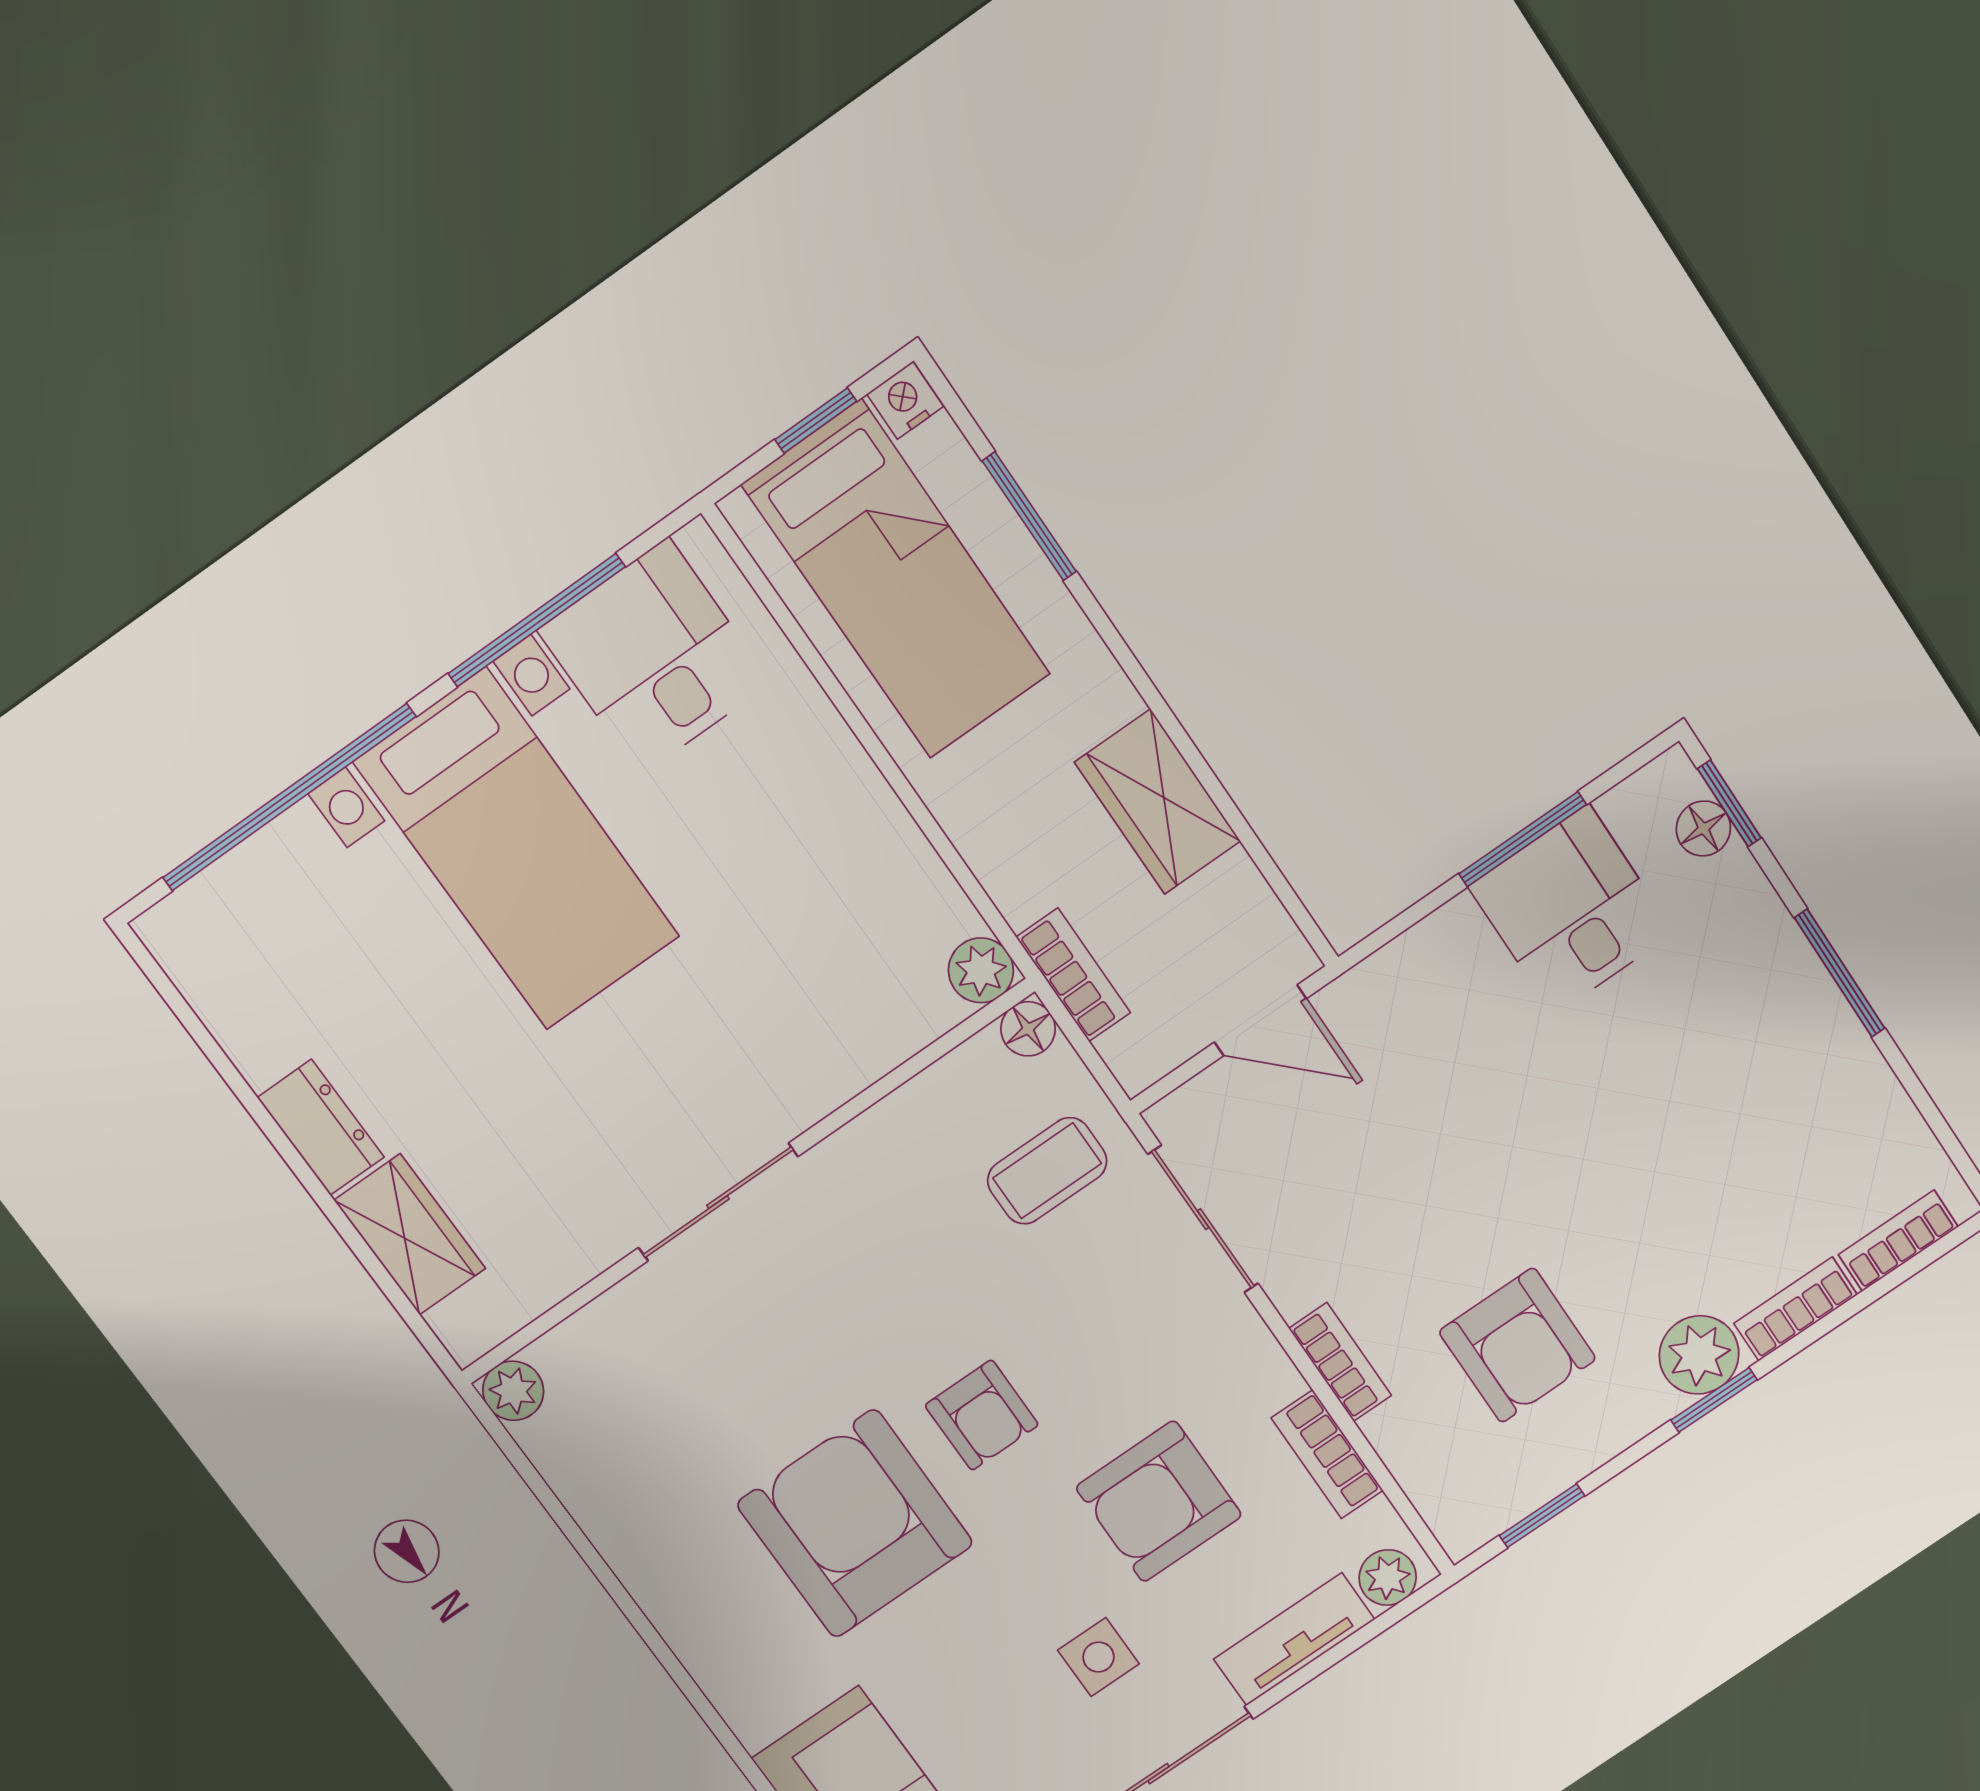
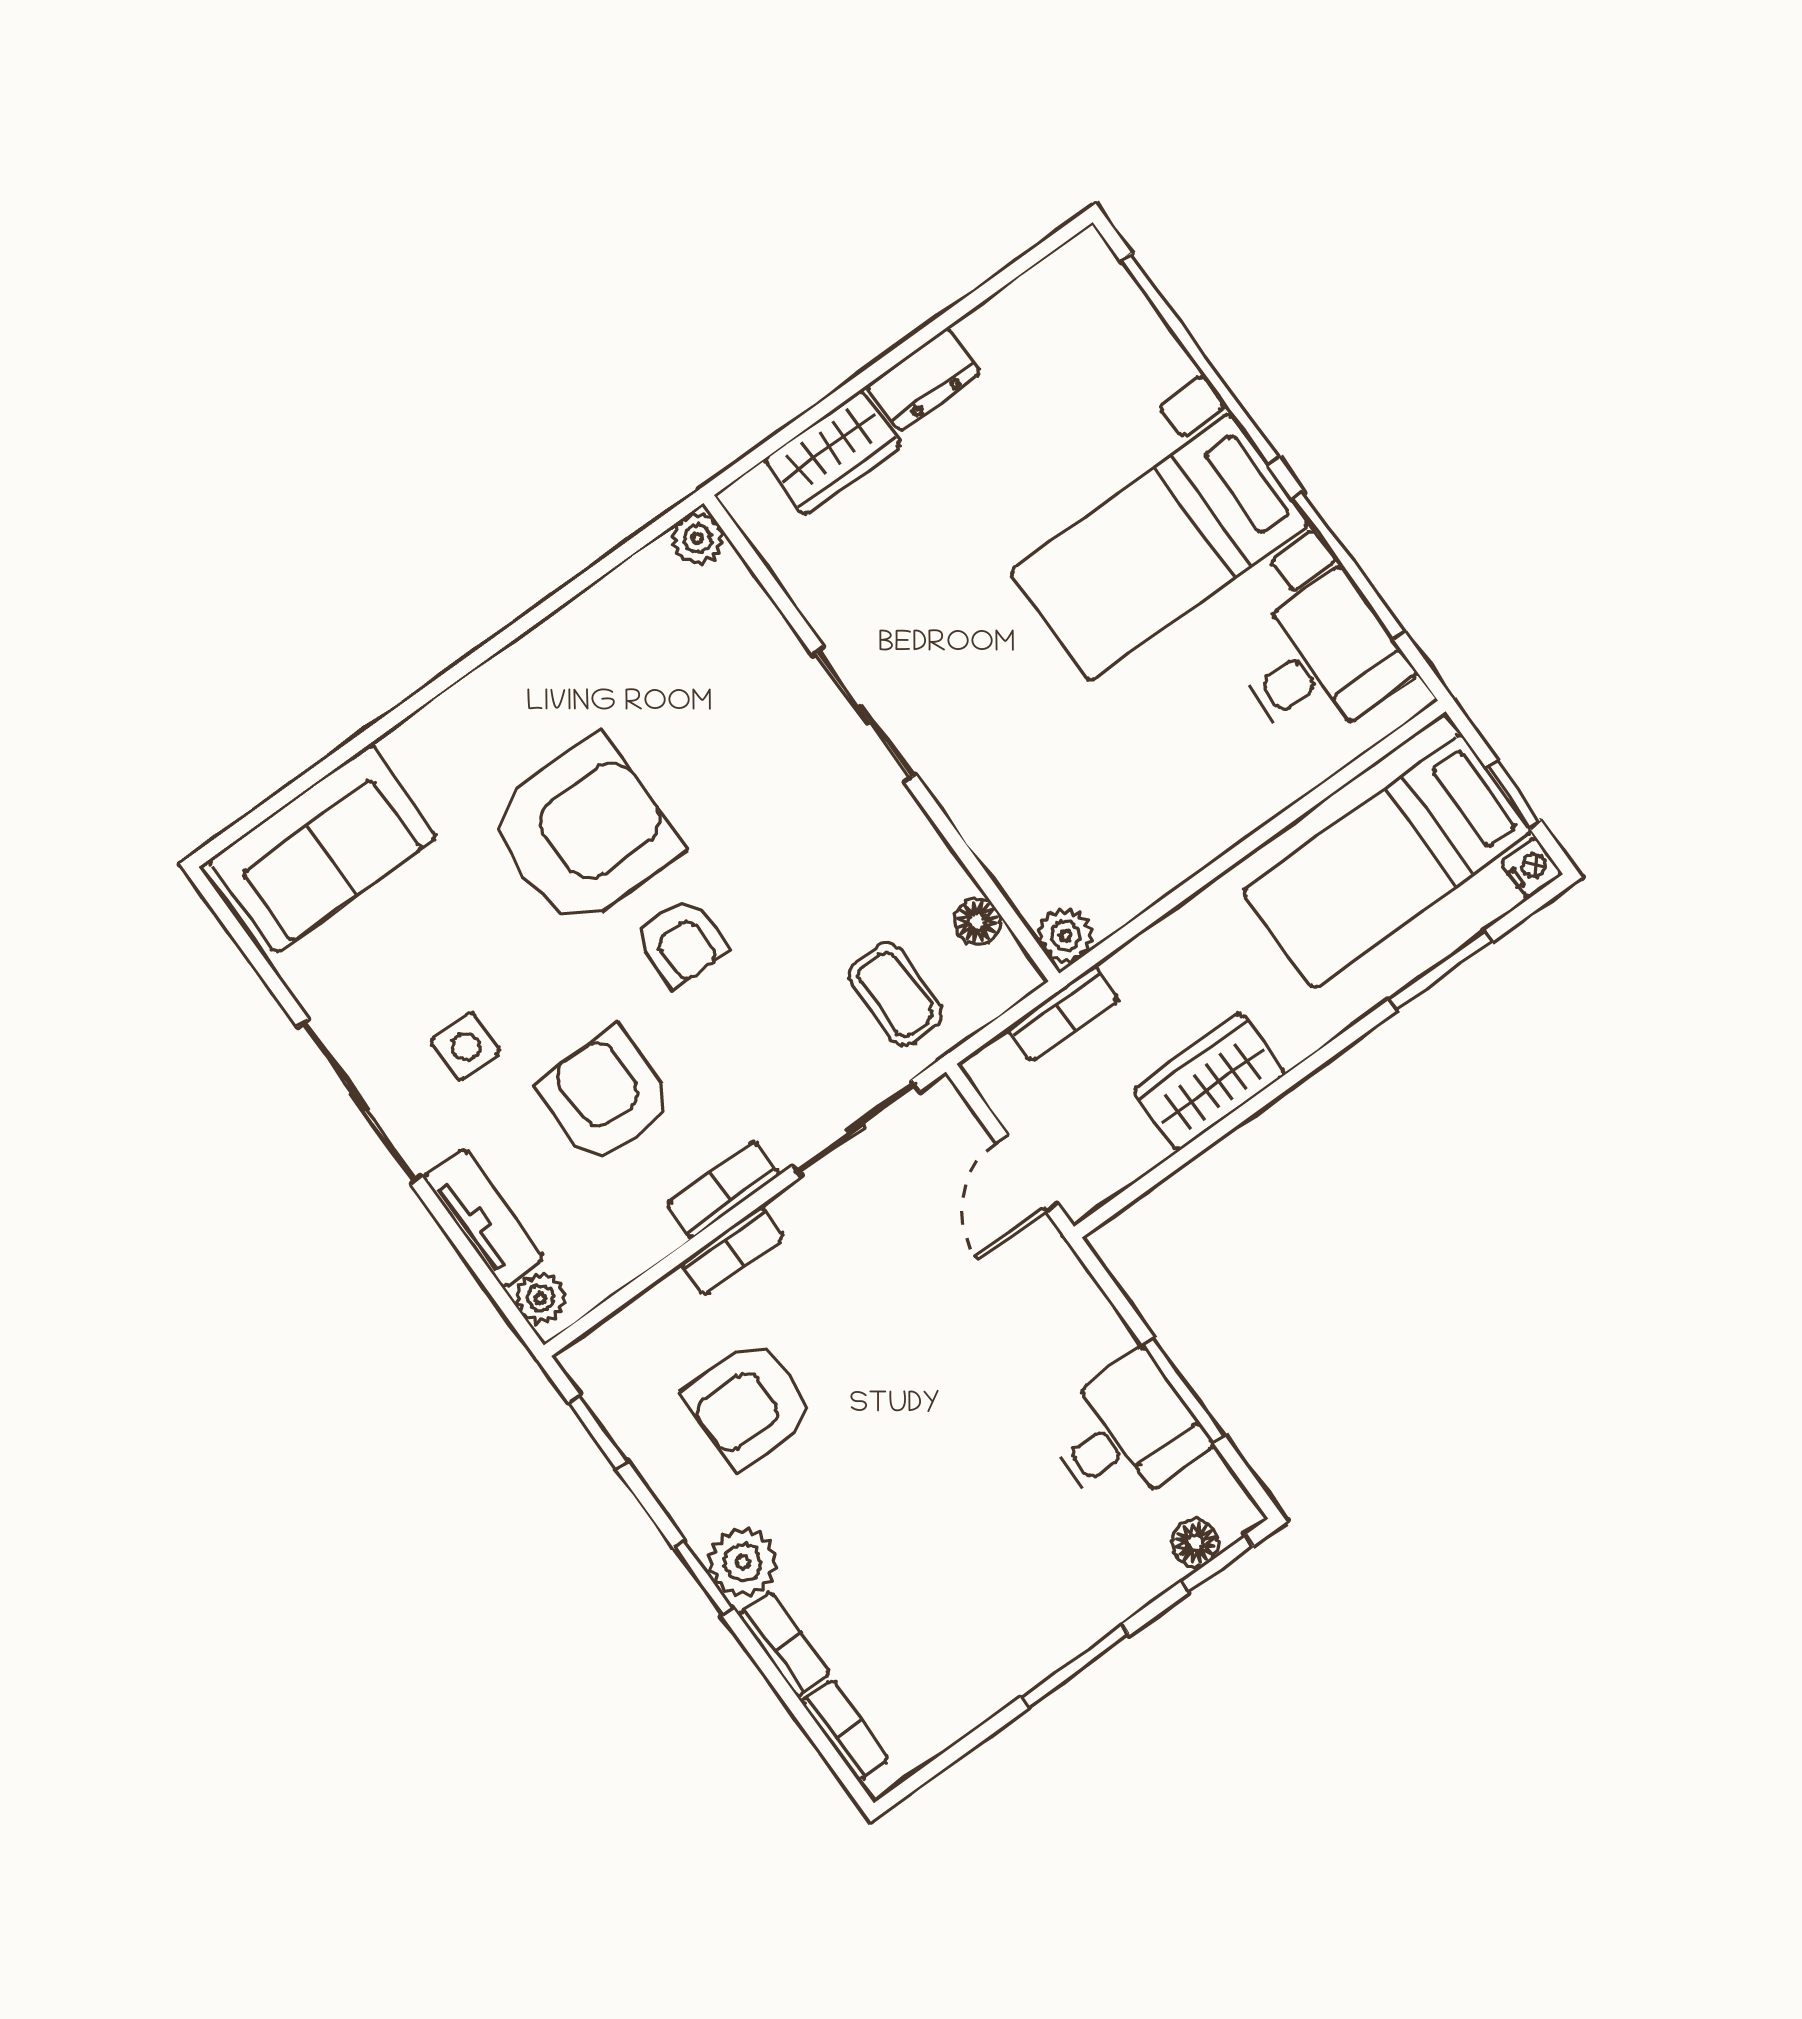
floor lamp: (1028, 1029) -> (977, 922), moved
armchair: (982, 1415) -> (681, 941), turned -90
bookcase: (1327, 1454) -> (723, 1189), moved

